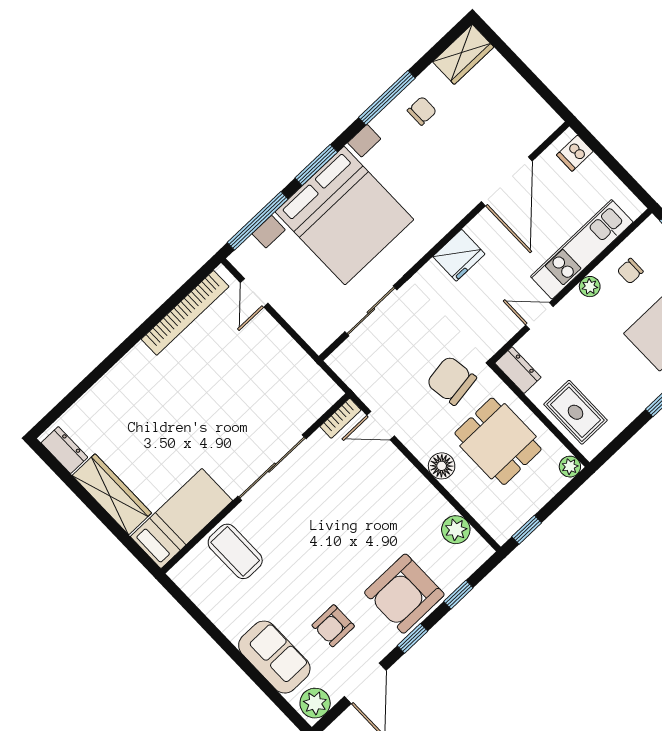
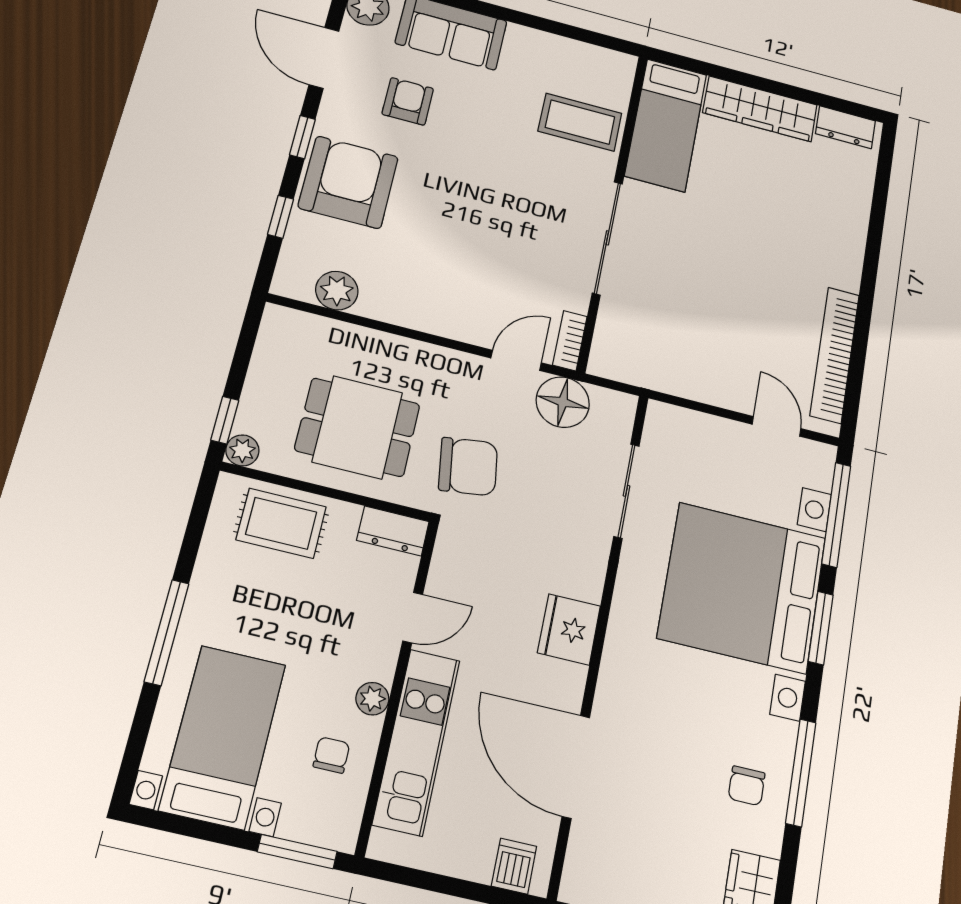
floor lamp: (442, 466) -> (563, 402), moved, width x1.38, depth x1.38
window: (527, 530) -> (225, 420), moved

